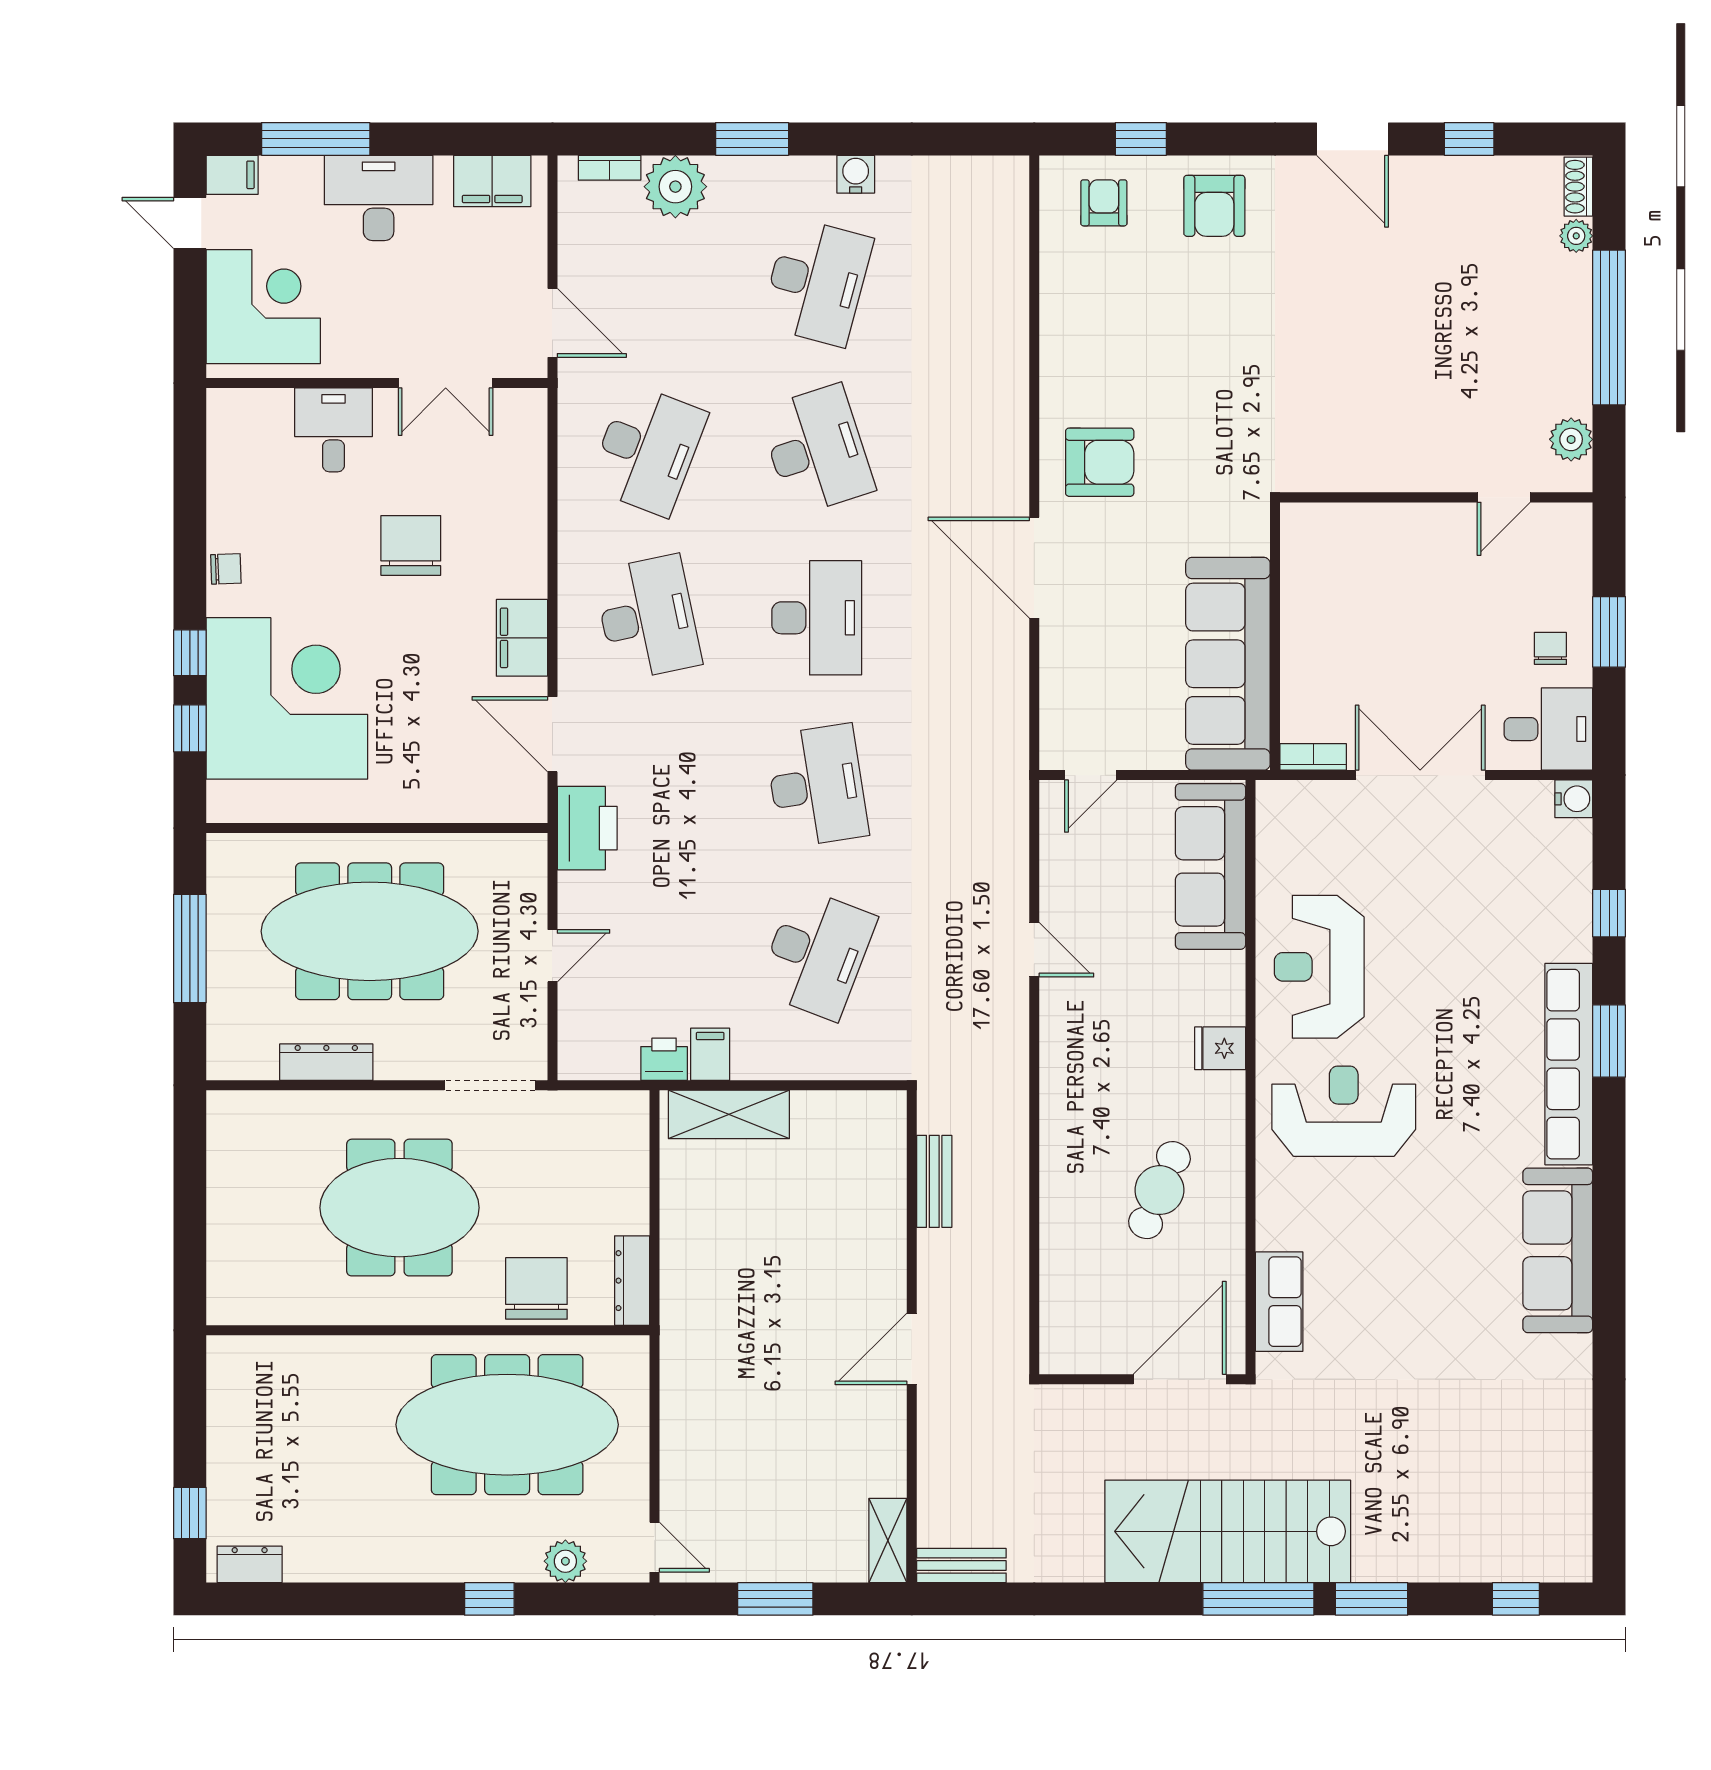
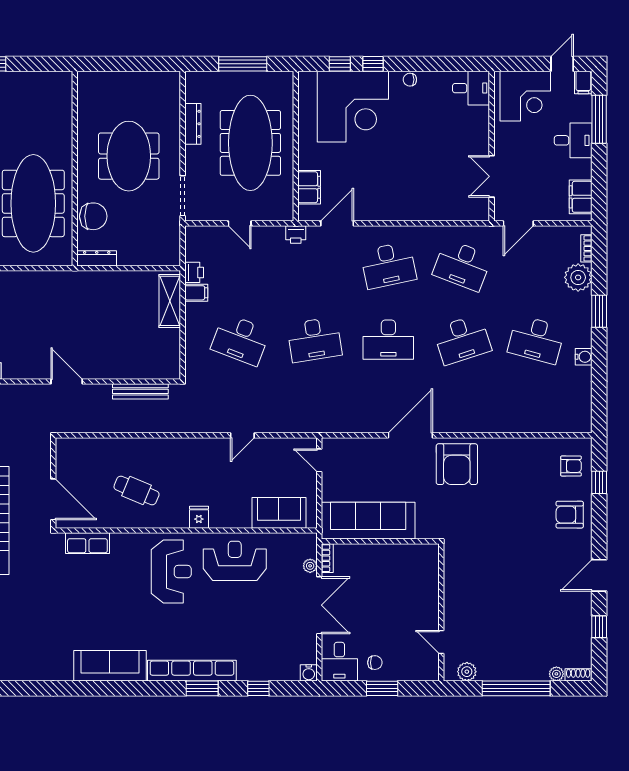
desk: (379, 198) -> (573, 140), width x0.73
desk: (334, 430) -> (471, 88), moved
armchair: (1100, 462) -> (457, 464), width x1.36, depth x1.36
chair: (411, 545) -> (420, 161), removed
chair: (226, 569) -> (410, 80), turned 92
filing cabinet: (522, 638) -> (309, 187), moved, turned 90
plant: (1331, 796) -> (310, 566), added
printer: (587, 828) -> (296, 234), width x0.53, depth x0.68
sofa: (1210, 866) -> (279, 513), width x0.73
bench: (934, 1181) -> (140, 391), width x1.36

